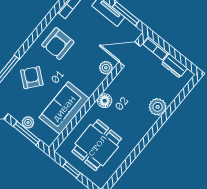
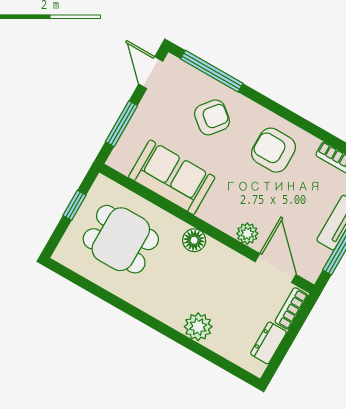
plant: (28, 122) -> (139, 123), removed

